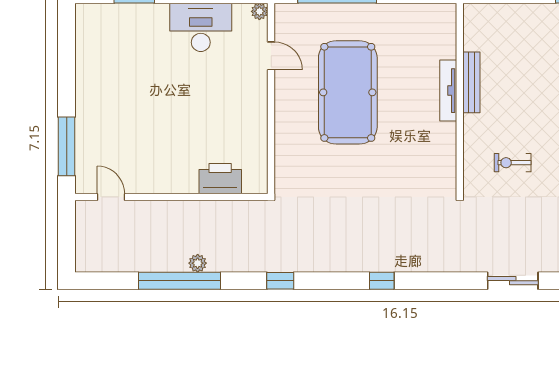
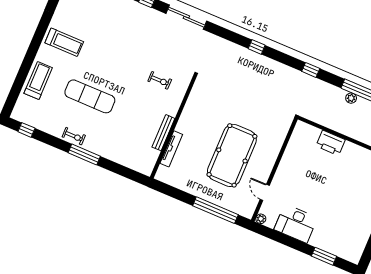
tv unit: (448, 91) -> (171, 149), moved
printer: (220, 179) -> (331, 143), moved
sliding door: (513, 281) -> (186, 17), width x1.37

